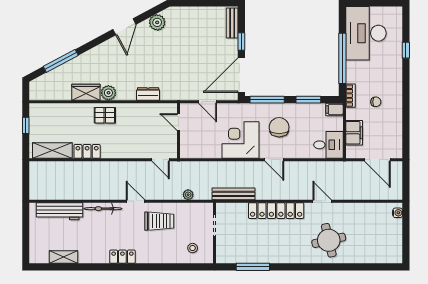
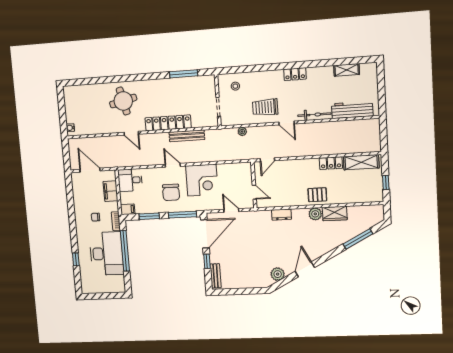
desk: (366, 33) -> (107, 254), moved
door: (161, 160) -> (267, 160), swing flipped
bench: (233, 194) -> (187, 136), moved

